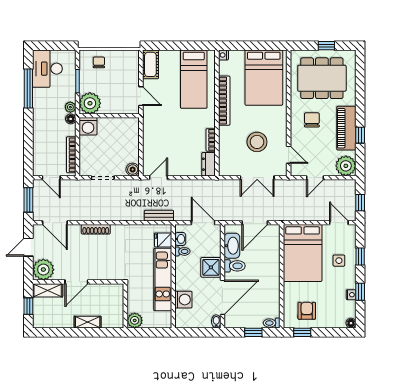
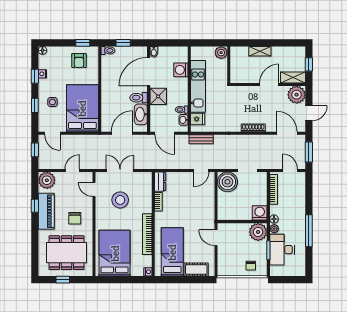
cot: (150, 64) -> (196, 269), moved, turned 90
desk: (47, 69) -> (282, 250), moved, turned 180
window: (28, 88) -> (309, 231), moved
boiler: (133, 170) -> (227, 182), width x1.86, depth x1.86

